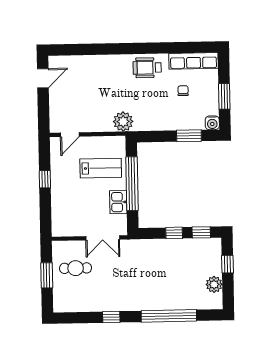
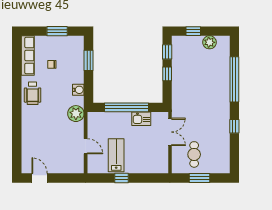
water cooler: (212, 123) -> (78, 90), moved
door: (70, 135) -> (86, 146), moved
lab bench: (101, 168) -> (116, 155), moved

